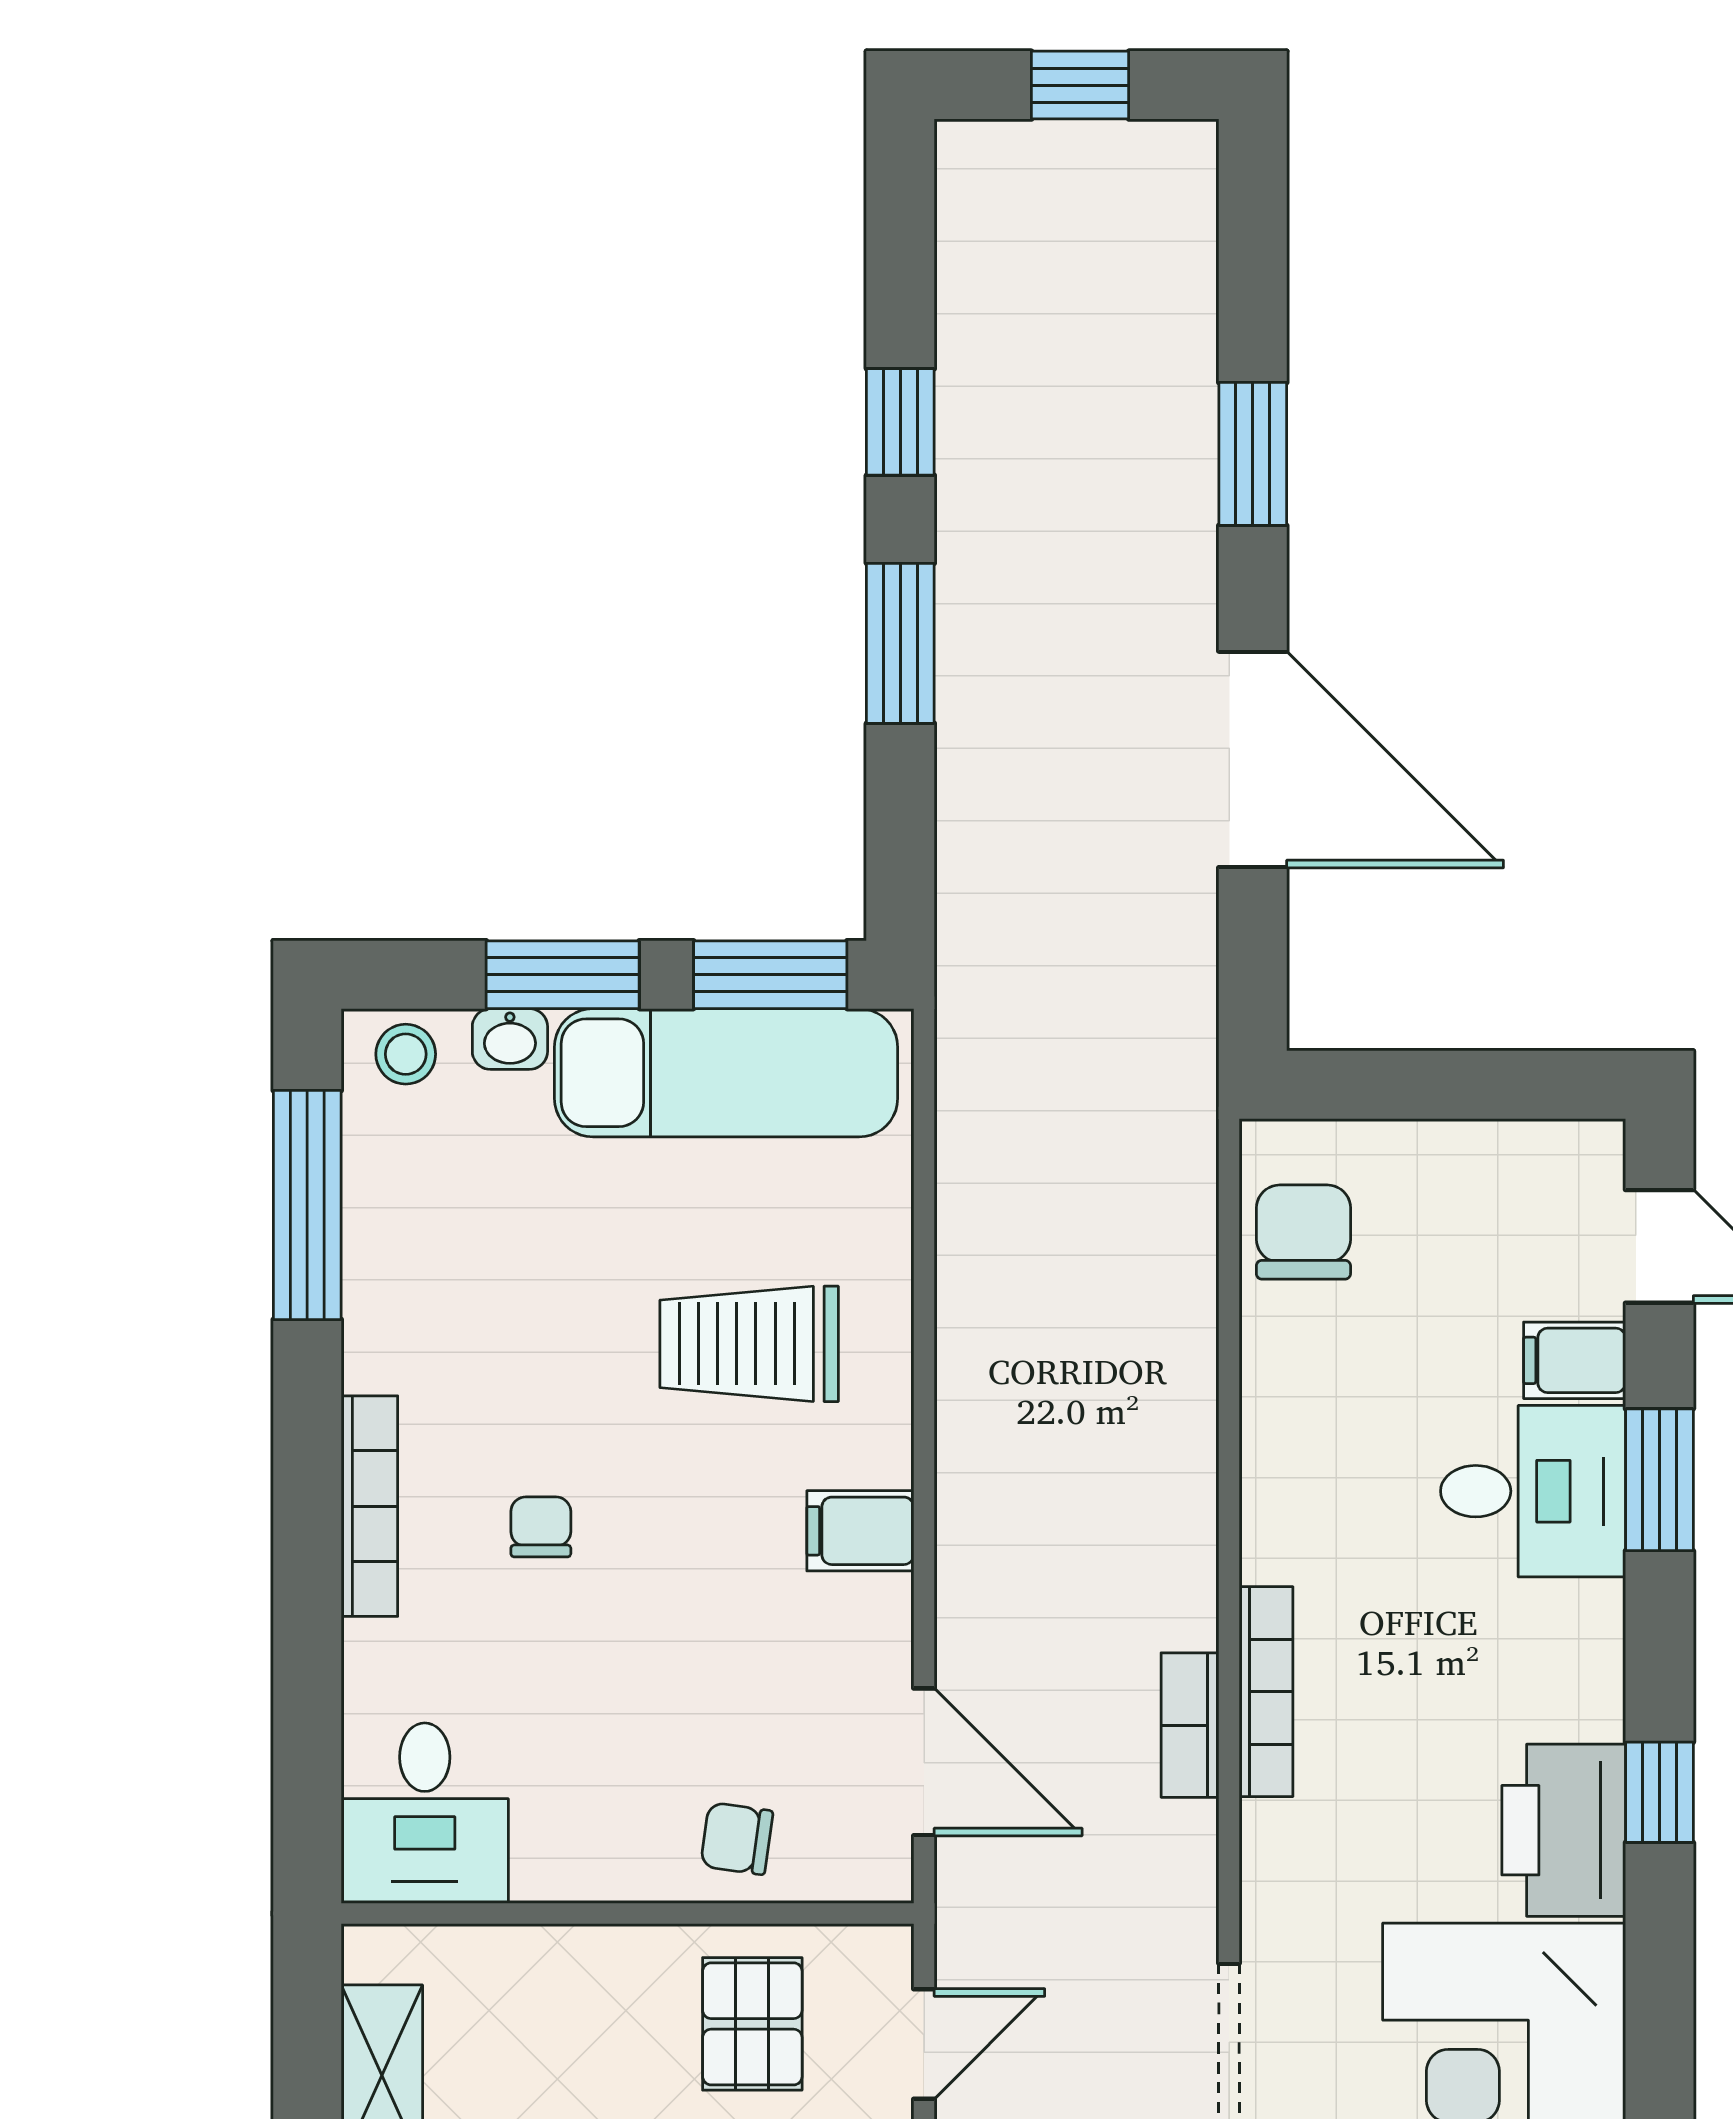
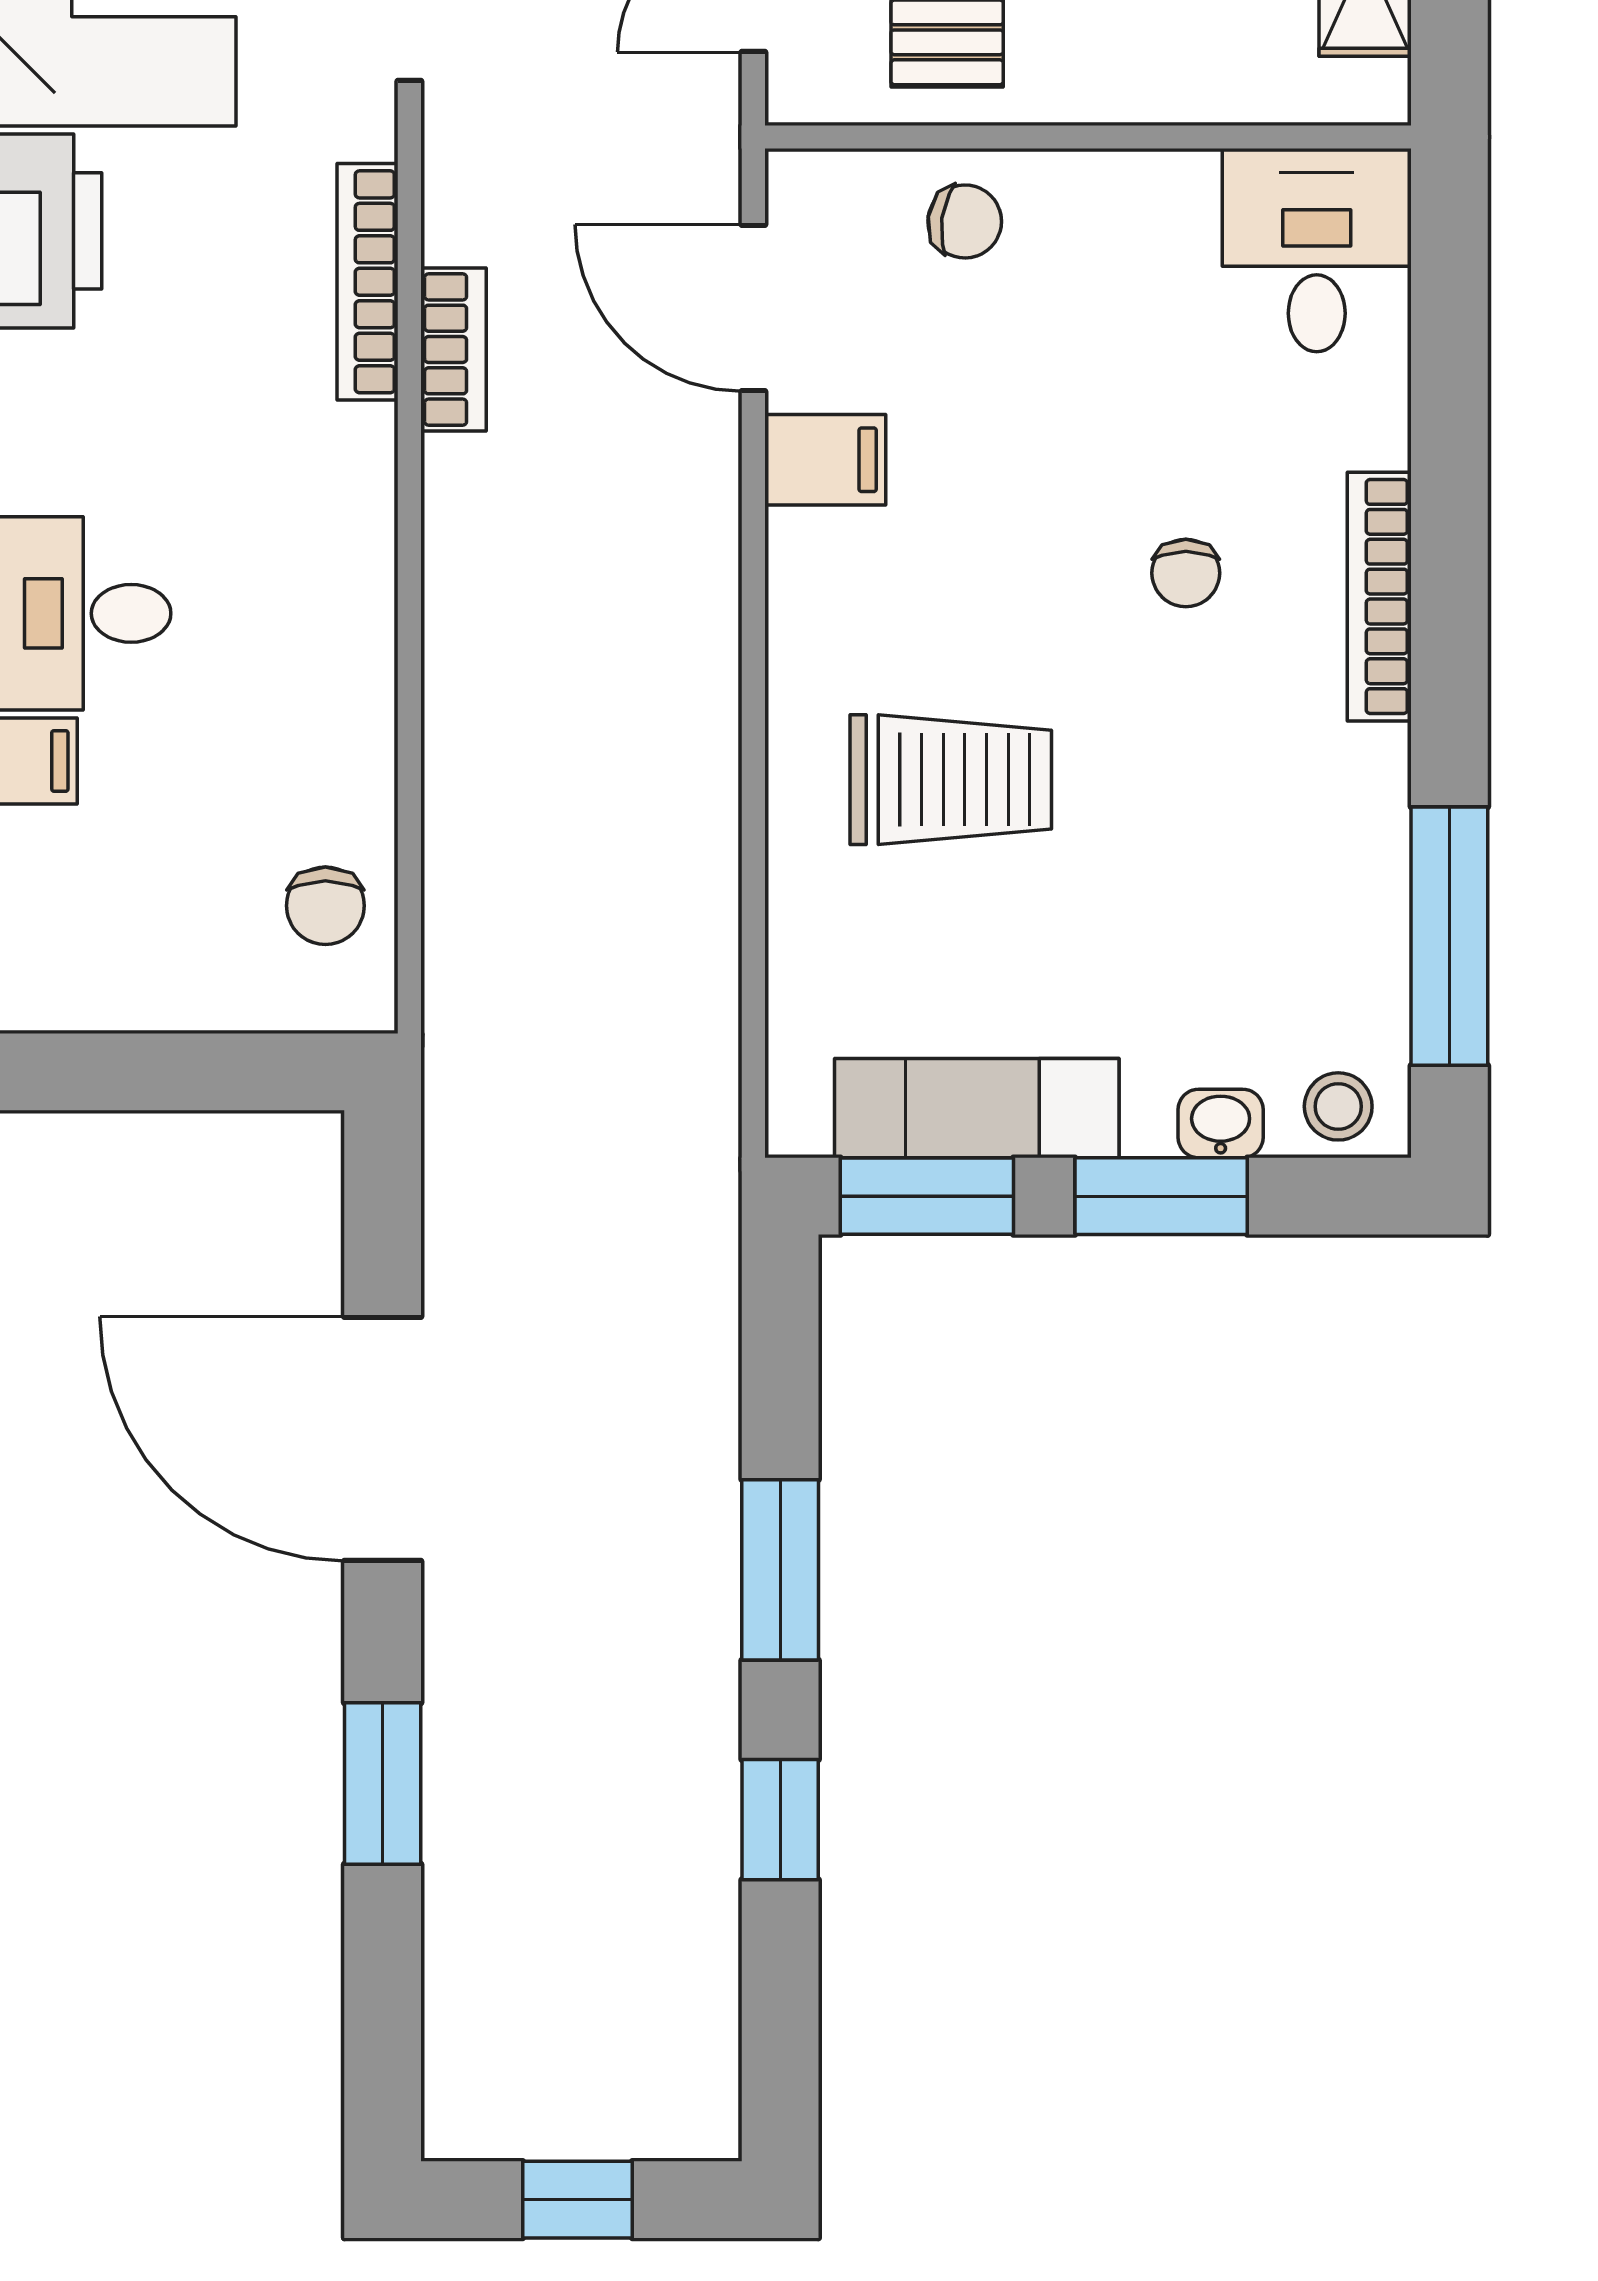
exam couch: (726, 1073) -> (977, 1108), width x0.73, depth x0.69
chair: (1303, 1232) -> (325, 906), width x0.73, depth x0.73
filing cabinet: (860, 1531) -> (825, 460), moved
bookcase: (1266, 1692) -> (368, 282), moved

